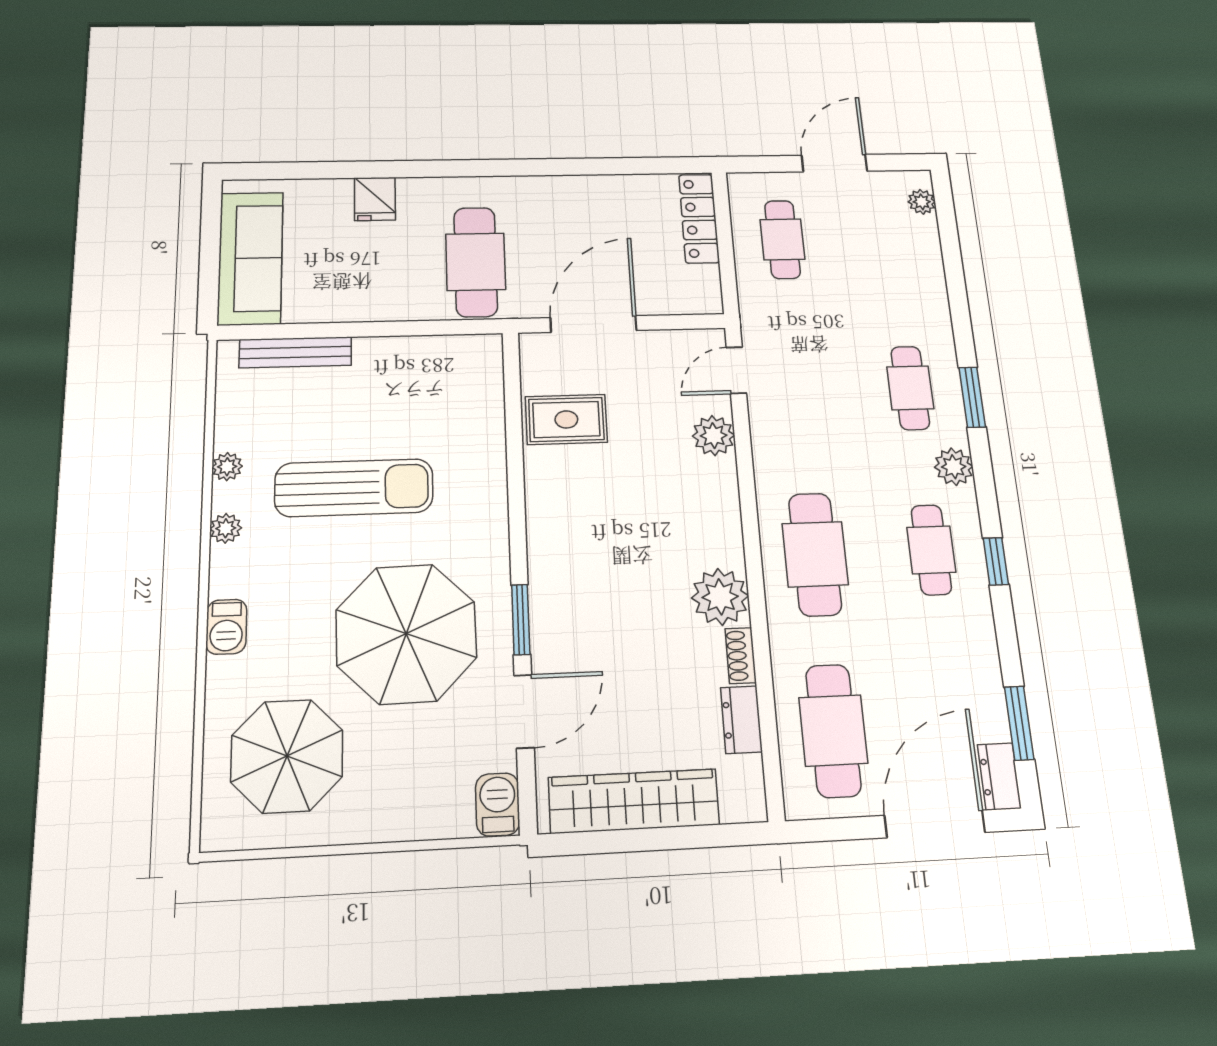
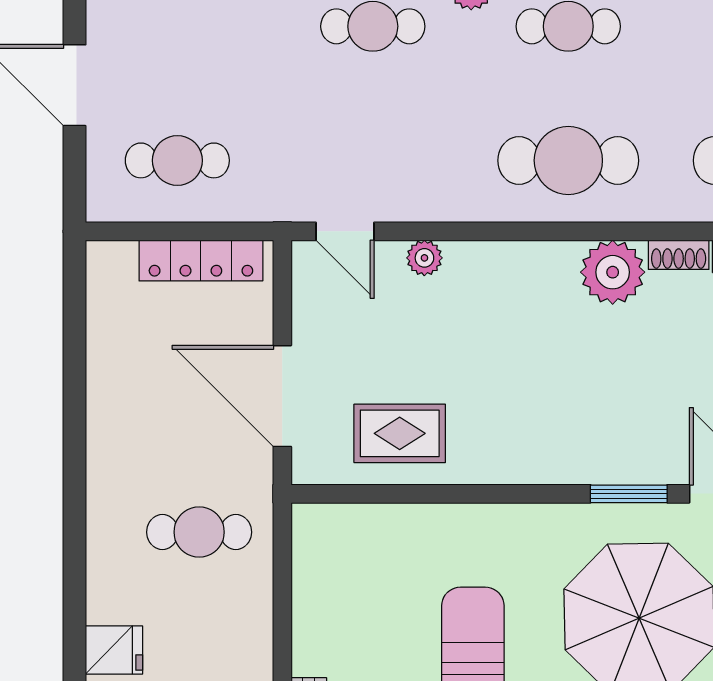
locker: (699, 218) -> (201, 260), moved
cafe table: (476, 262) -> (199, 532), width x0.73, depth x0.74
rug: (566, 419) -> (400, 433), turned 90
plant: (714, 436) -> (424, 258), width x0.73, depth x0.73

